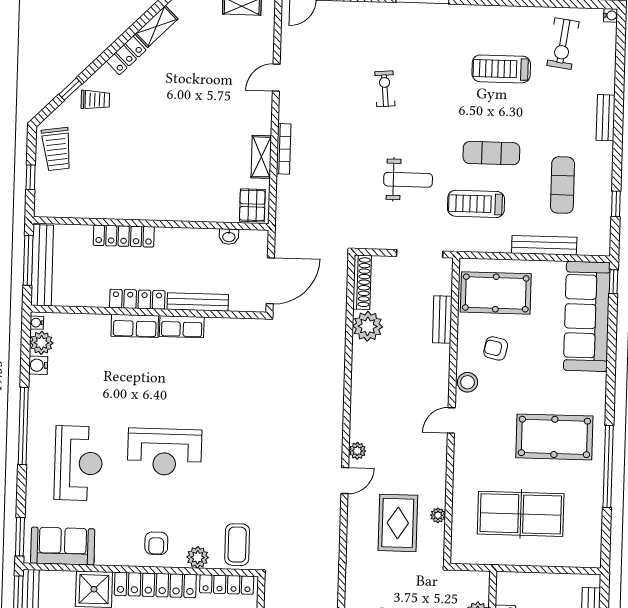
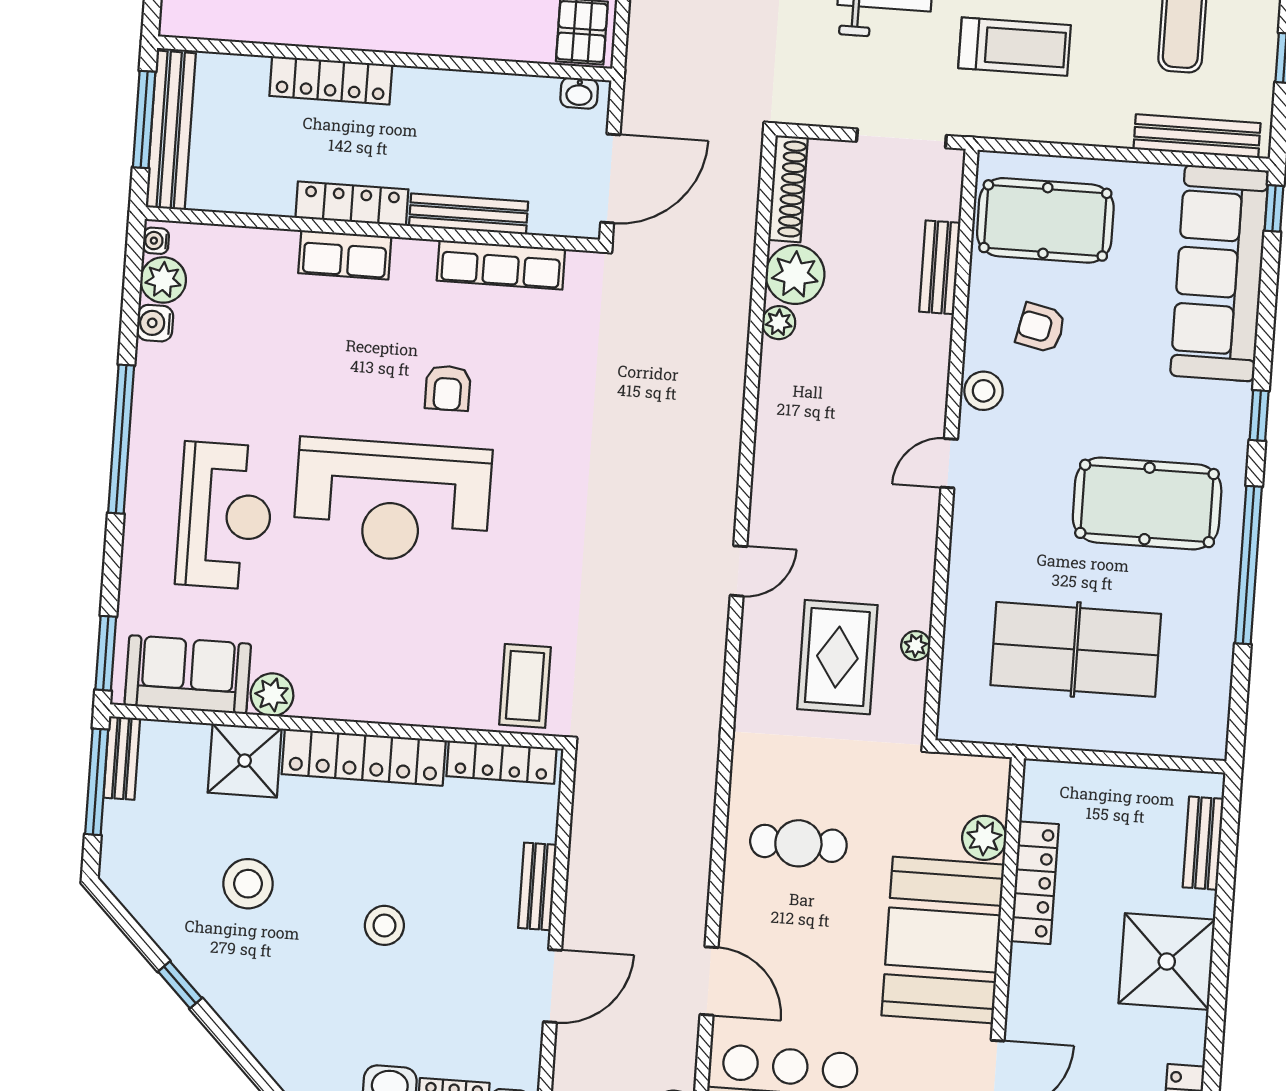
treadmill: (476, 204) -> (1015, 47), turned 180
washbasin: (229, 237) -> (579, 93), moved
bench: (544, 245) -> (1197, 136), moved
row of seats: (182, 327) -> (501, 265), moved, width x1.48
window: (610, 389) -> (1259, 415), added
plant: (357, 451) -> (779, 323), moved
reception desk: (165, 452) -> (392, 501), width x1.36, depth x1.30
armchair: (156, 543) -> (448, 388), moved
plant: (198, 557) -> (272, 695), moved

